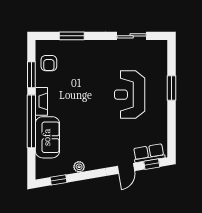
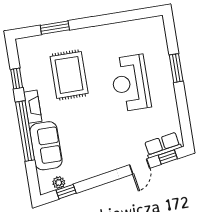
sliding door: (132, 36) -> (122, 17), removed
armchair: (49, 63) -> (34, 62), removed
window: (31, 75) -> (17, 79), width x0.67
rug: (78, 79) -> (69, 75), added
plant: (79, 167) -> (59, 183), moved

